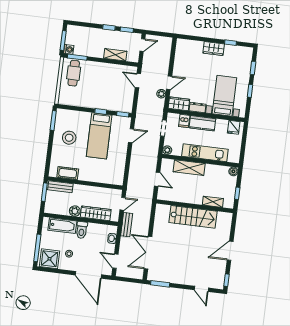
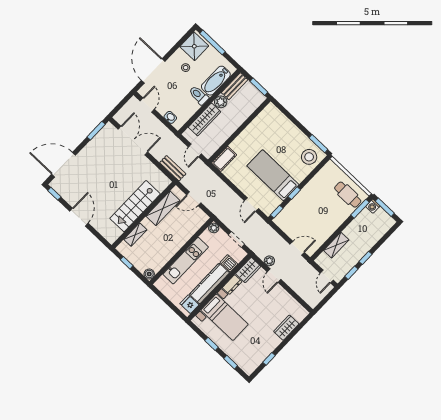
wardrobe: (214, 49) -> (286, 328), moved
kitchen counter: (202, 123) -> (209, 284), width x1.50
stool: (69, 138) -> (309, 157), moved
shelving: (189, 168) -> (163, 208), moved
cot: (68, 173) -> (224, 159), moved
bench: (60, 187) -> (235, 86), moved
bench: (127, 225) -> (173, 168), moved
door: (115, 261) -> (147, 105), hinge flipped
door: (88, 275) -> (153, 71), hinge flipped
door: (201, 289) -> (63, 165), width x1.87

